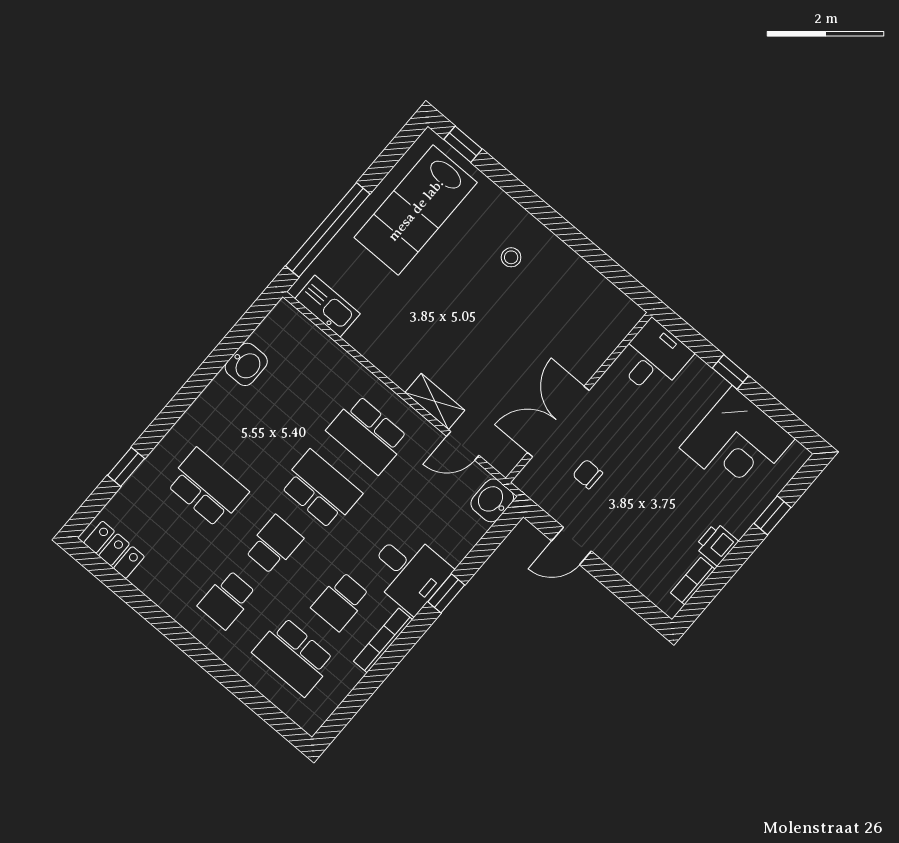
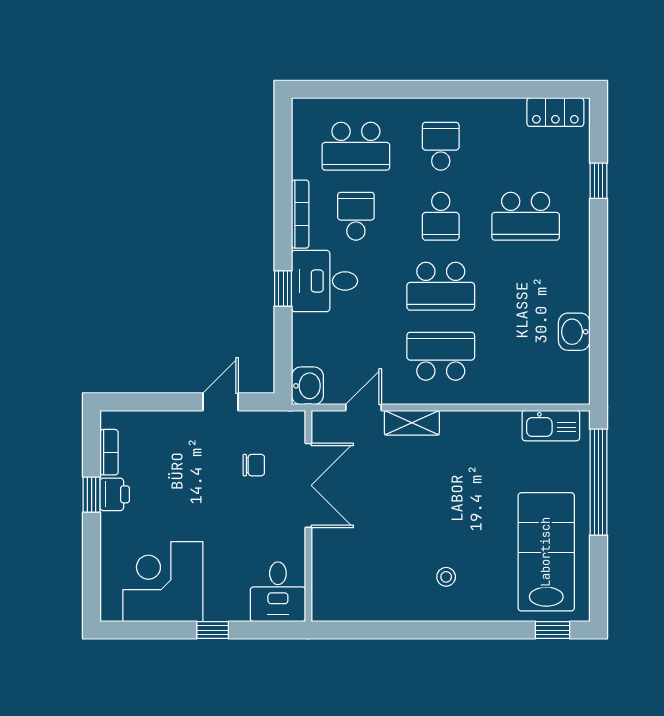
window: (772, 515) -> (92, 495), moved
school desk: (294, 656) -> (356, 146), turned 180

